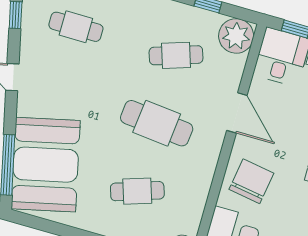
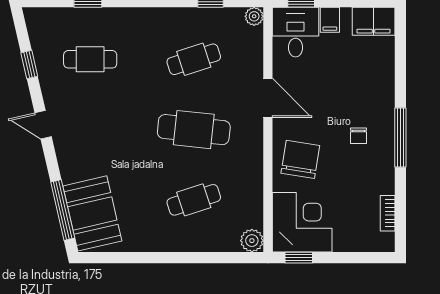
plant: (236, 36) -> (254, 16), width x0.53, depth x0.53
booth: (46, 165) -> (92, 213), width x0.73, depth x0.70

